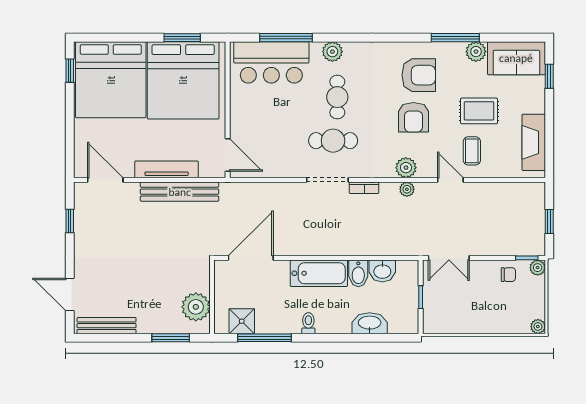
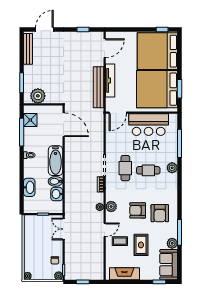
bar counter: (271, 62) -> (149, 125), moved, turned -90

